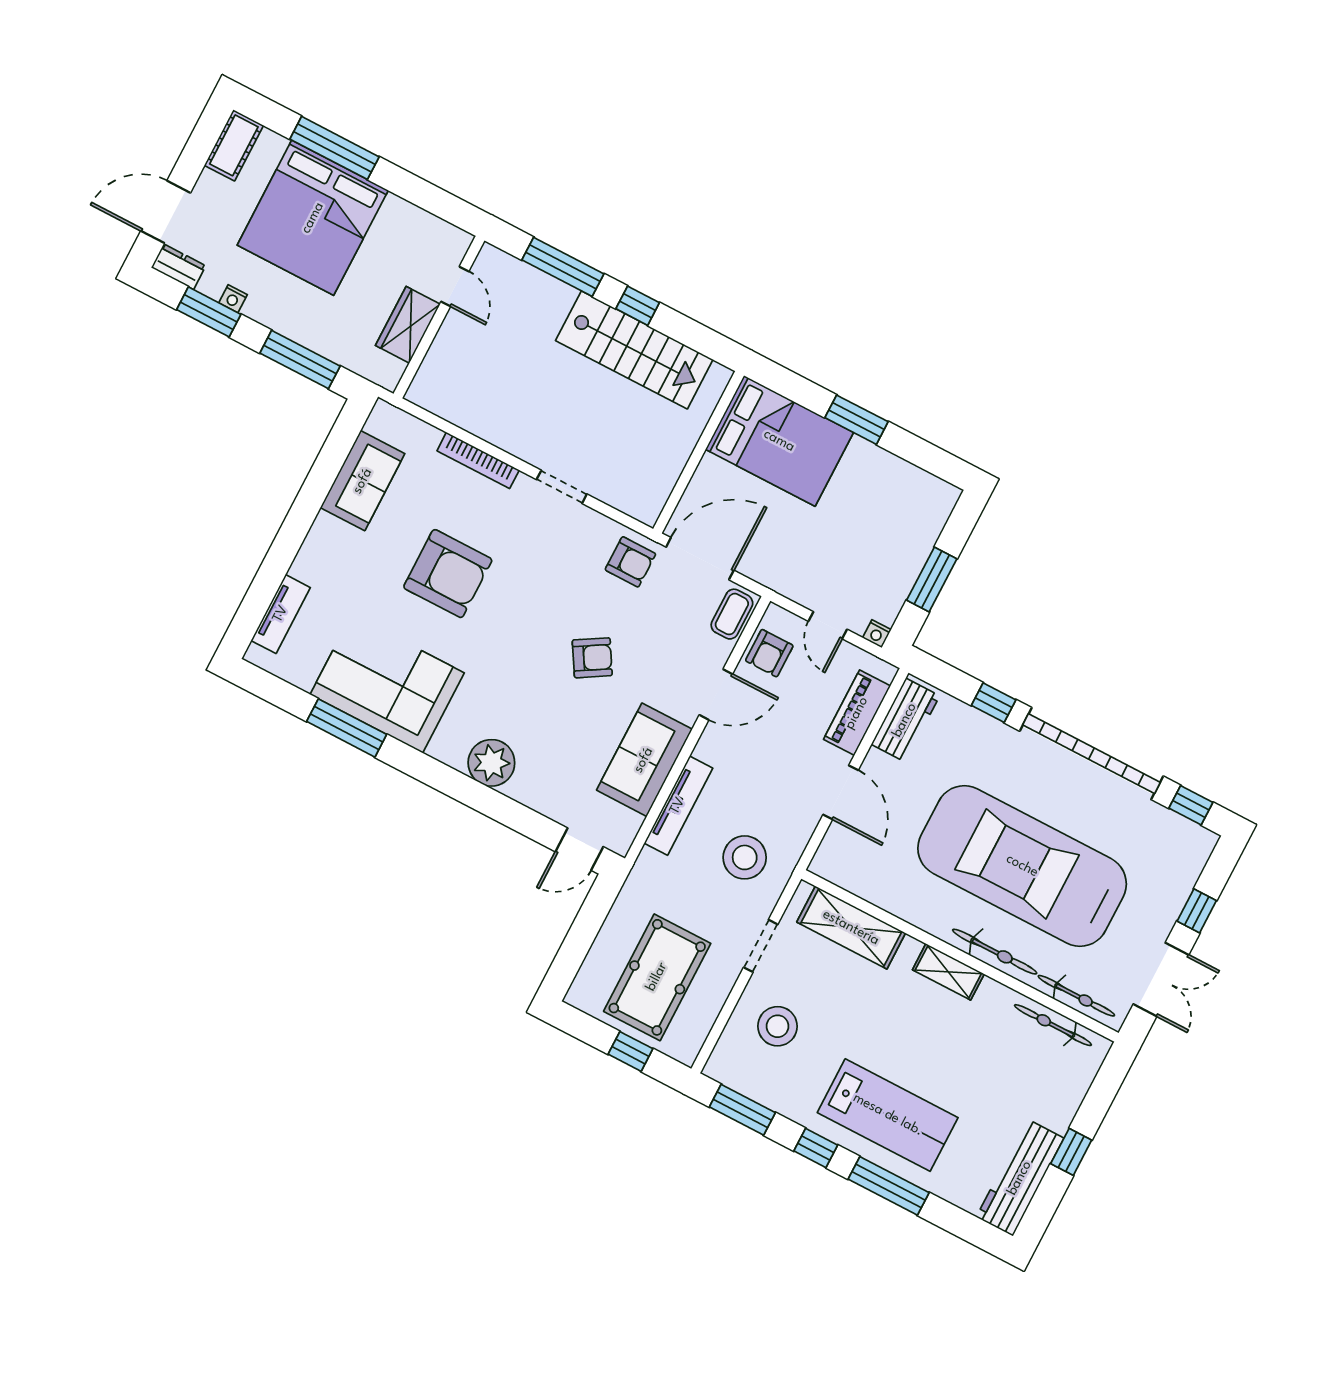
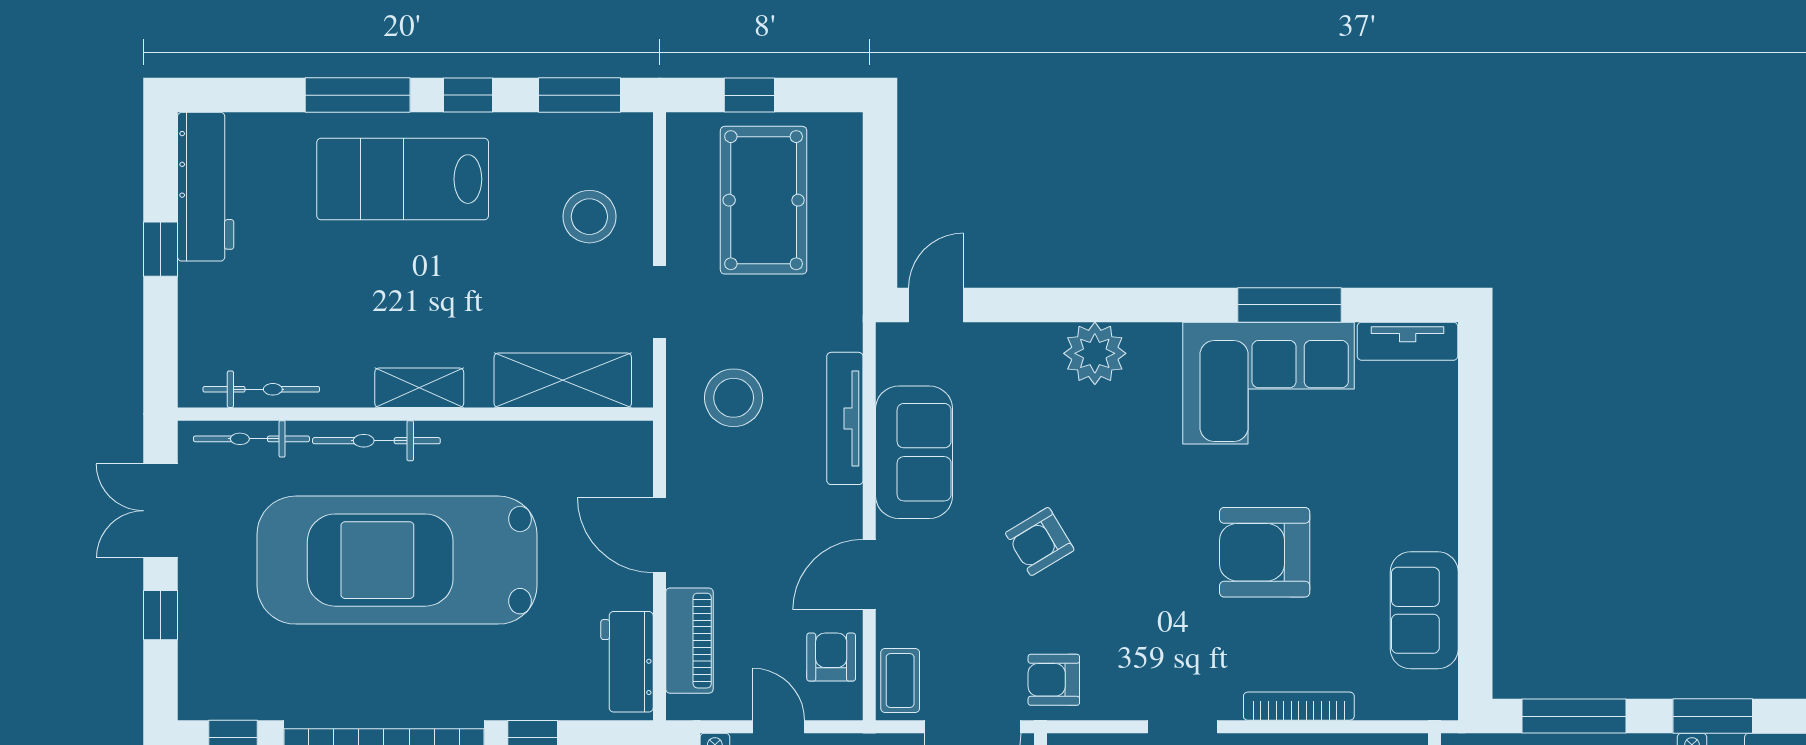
tv unit: (281, 614) -> (1408, 341), moved, turned -90
car: (1022, 866) -> (397, 560), turned 180

